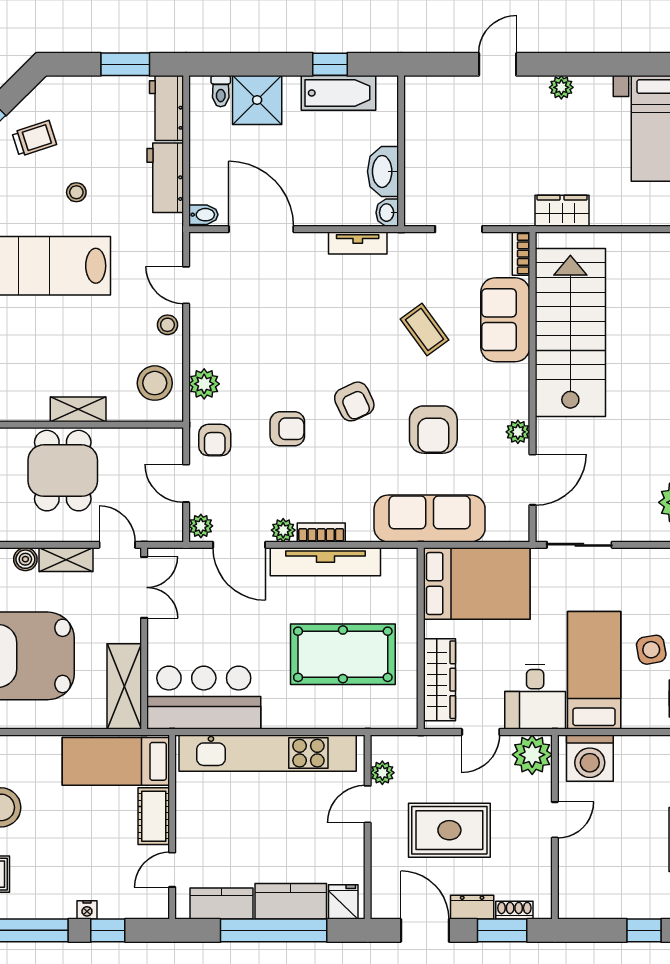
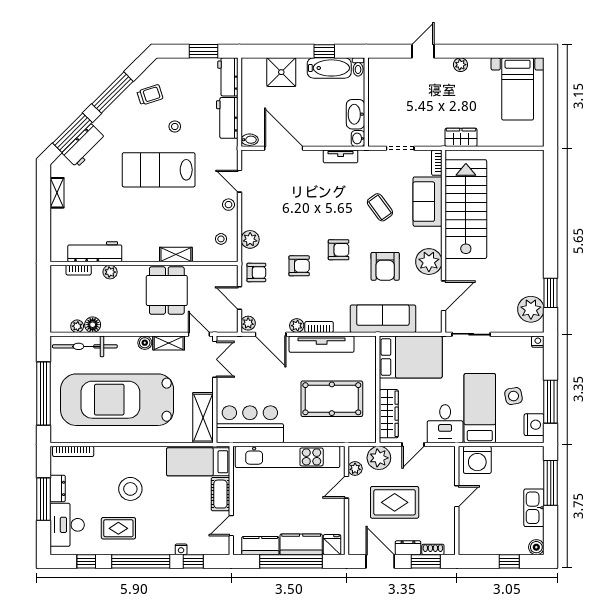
toilet: (221, 91) -> (358, 67), moved
stool: (155, 383) -> (221, 239), width x0.53, depth x0.53
armchair: (354, 401) -> (339, 250), turned -65
plant: (518, 432) -> (429, 262), width x1.87, depth x1.87
armchair: (215, 440) -> (256, 272), turned -90
plant: (532, 755) -> (379, 458), moved

